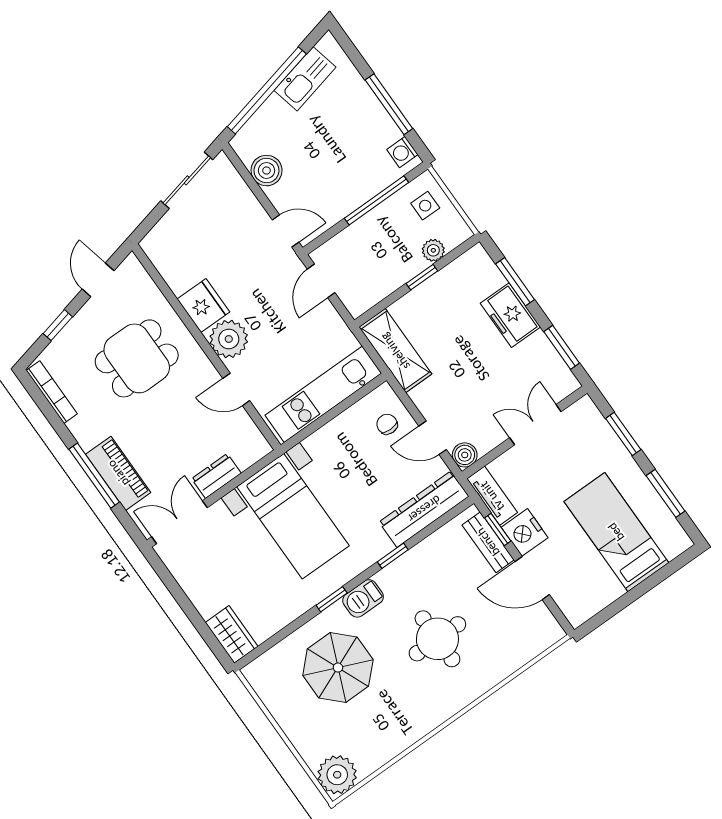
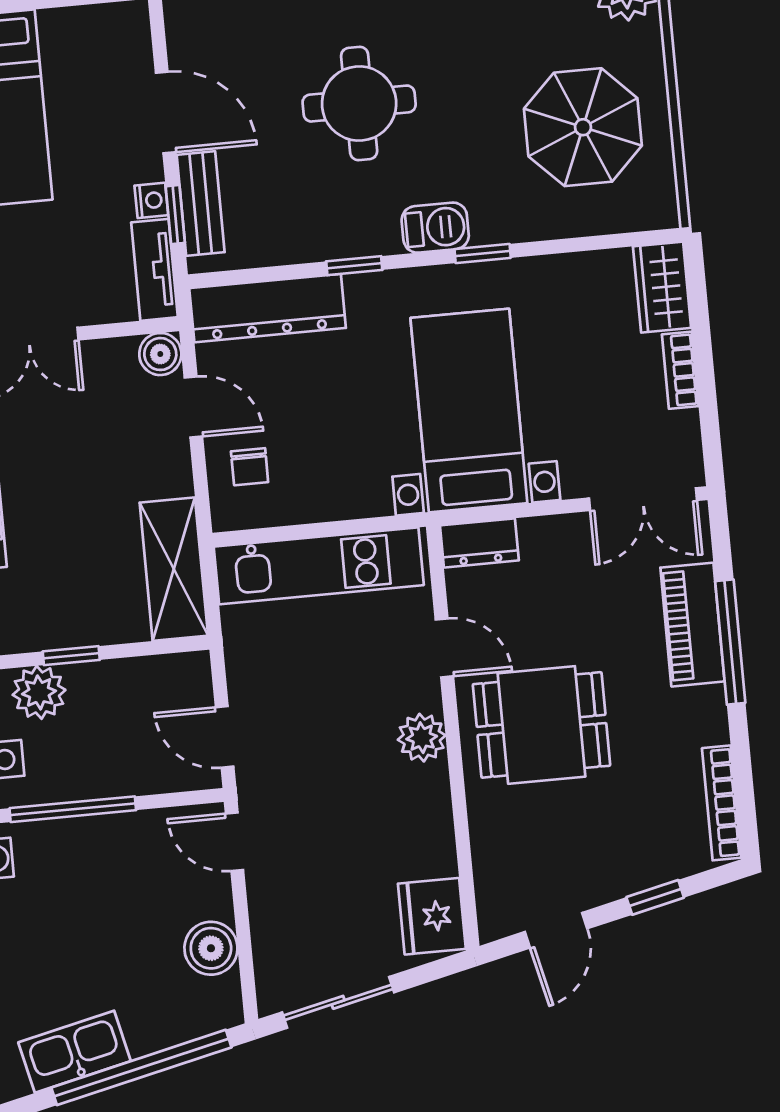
plant: (433, 250) -> (39, 692), width x1.38, depth x1.38
door: (321, 281) -> (225, 737), swing flipped
fridge: (203, 305) -> (432, 916), moved
plant: (229, 339) -> (422, 738), width x0.73, depth x0.73
dining table: (137, 358) -> (542, 725), moved
dresser: (216, 476) -> (479, 543), moved
nightstand: (525, 532) -> (151, 200), width x0.53, depth x0.56
bookcase: (198, 598) -> (680, 370), added
parasol: (338, 668) -> (583, 127), moved

